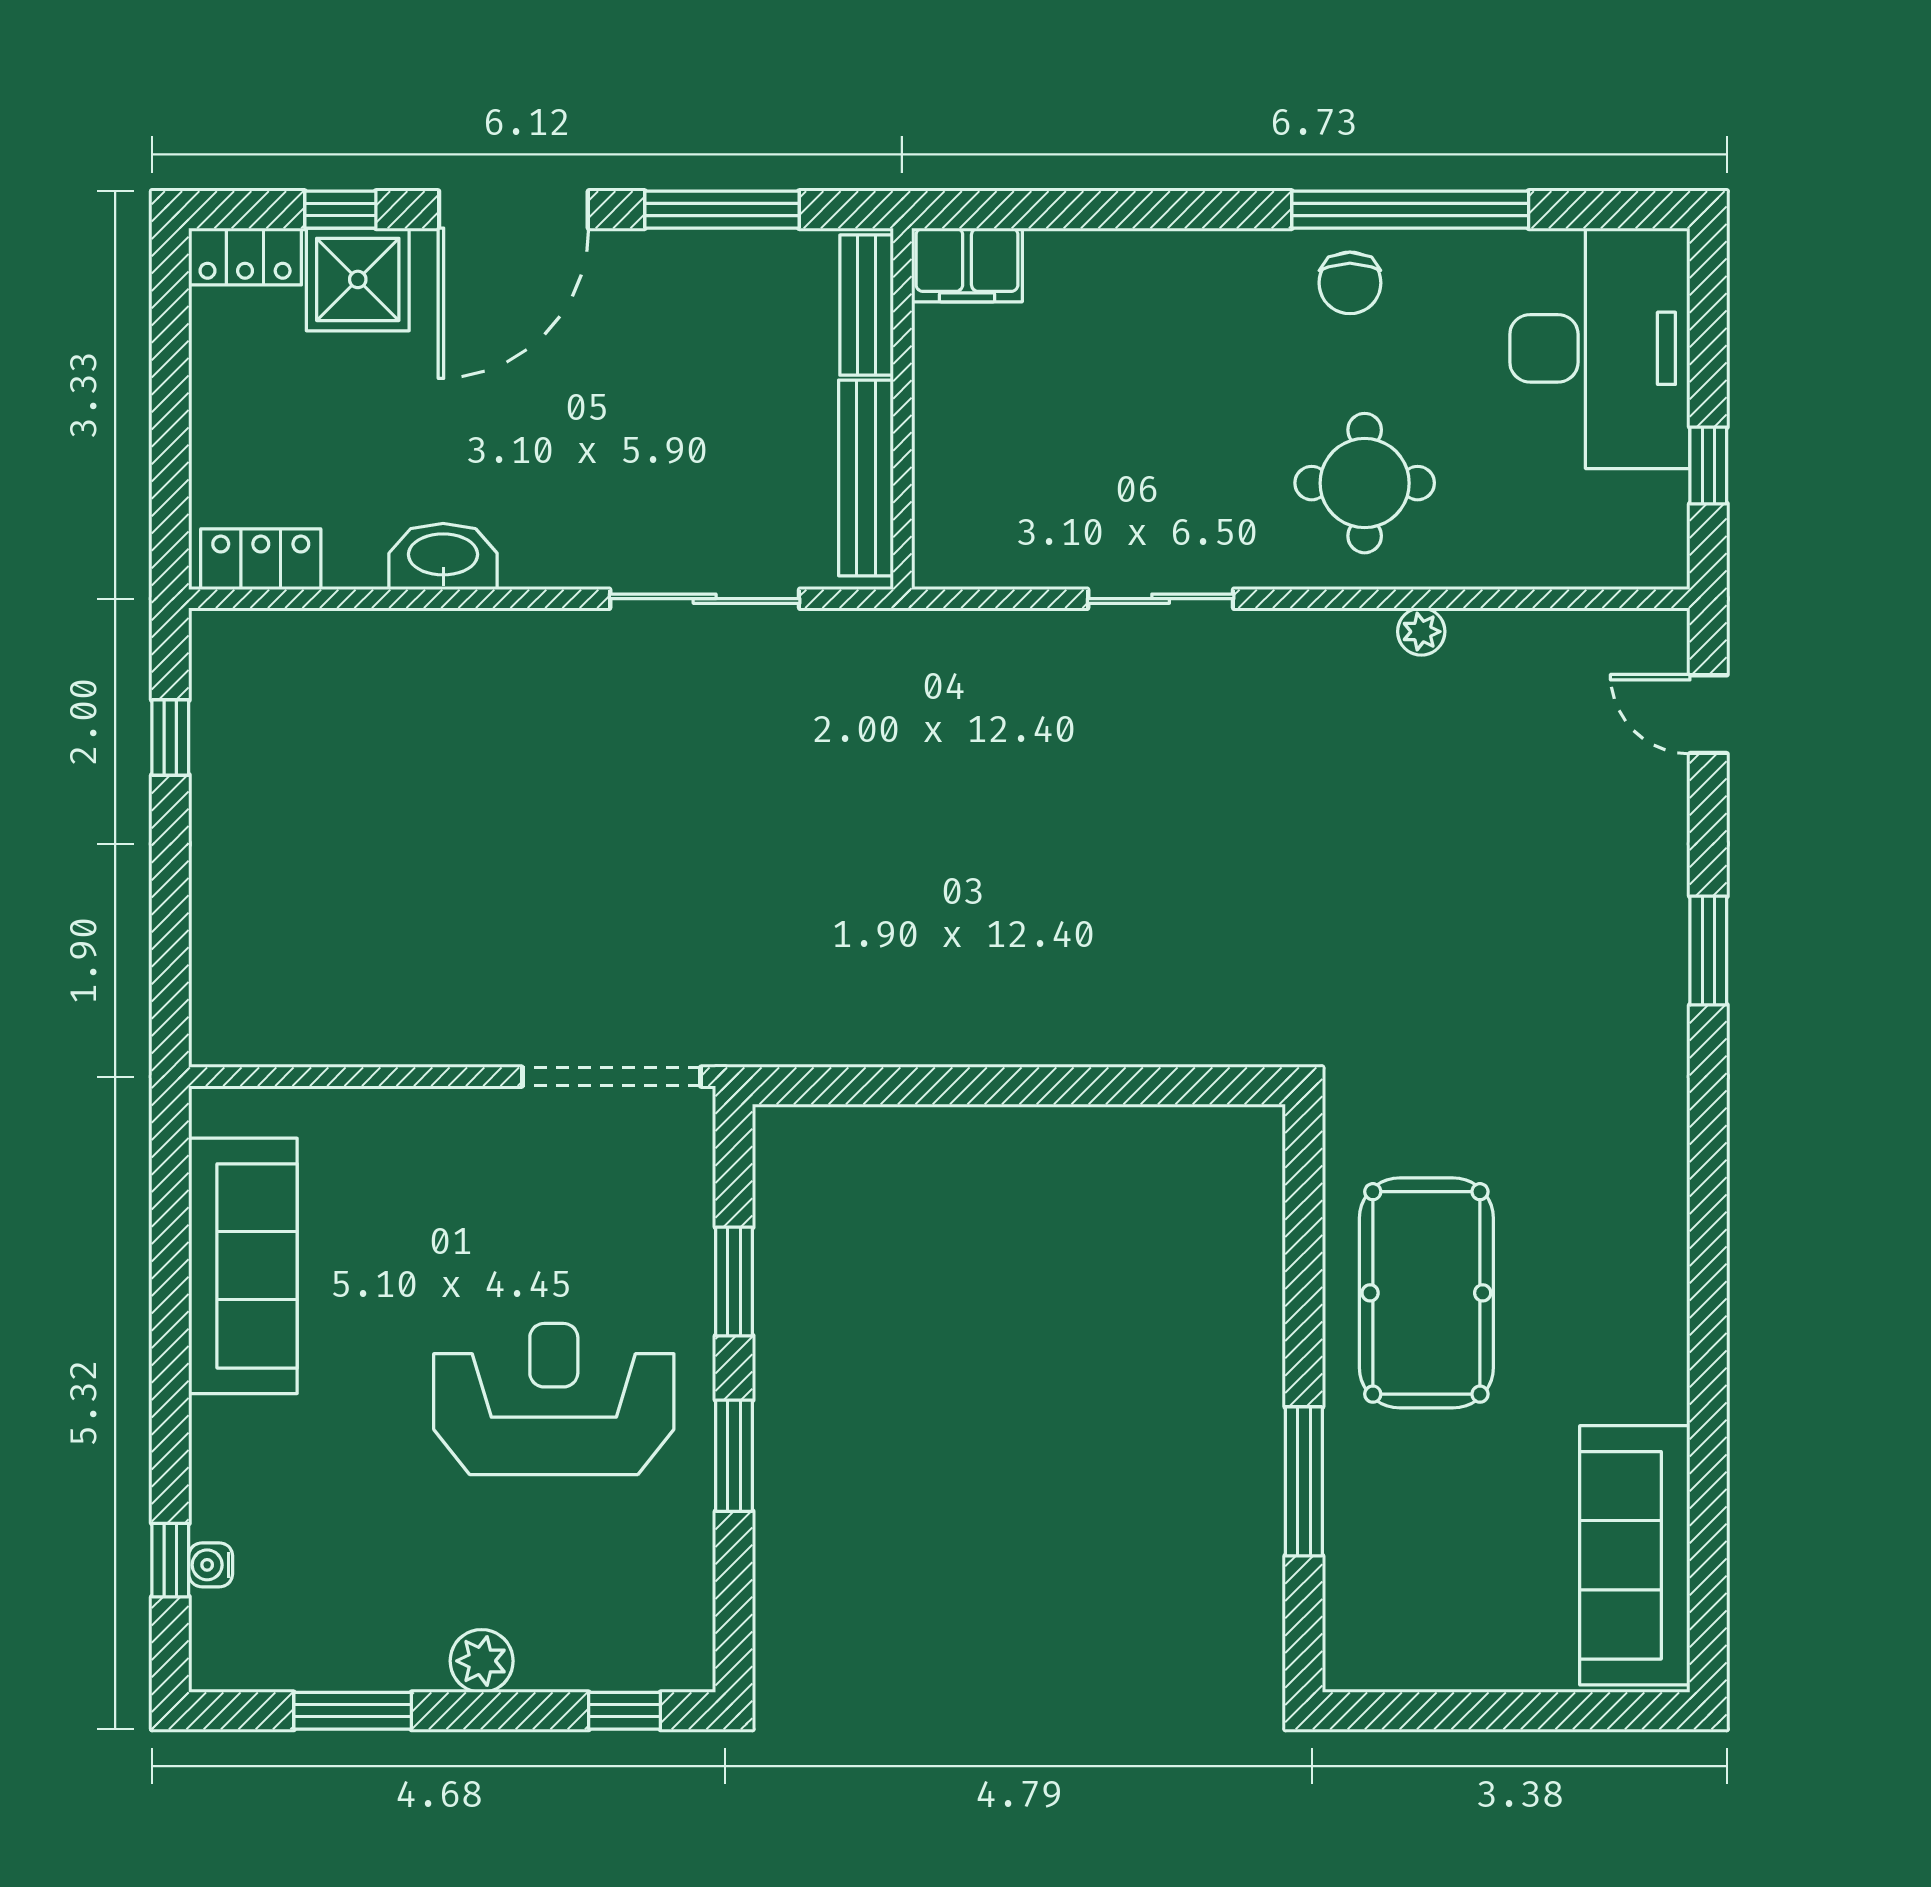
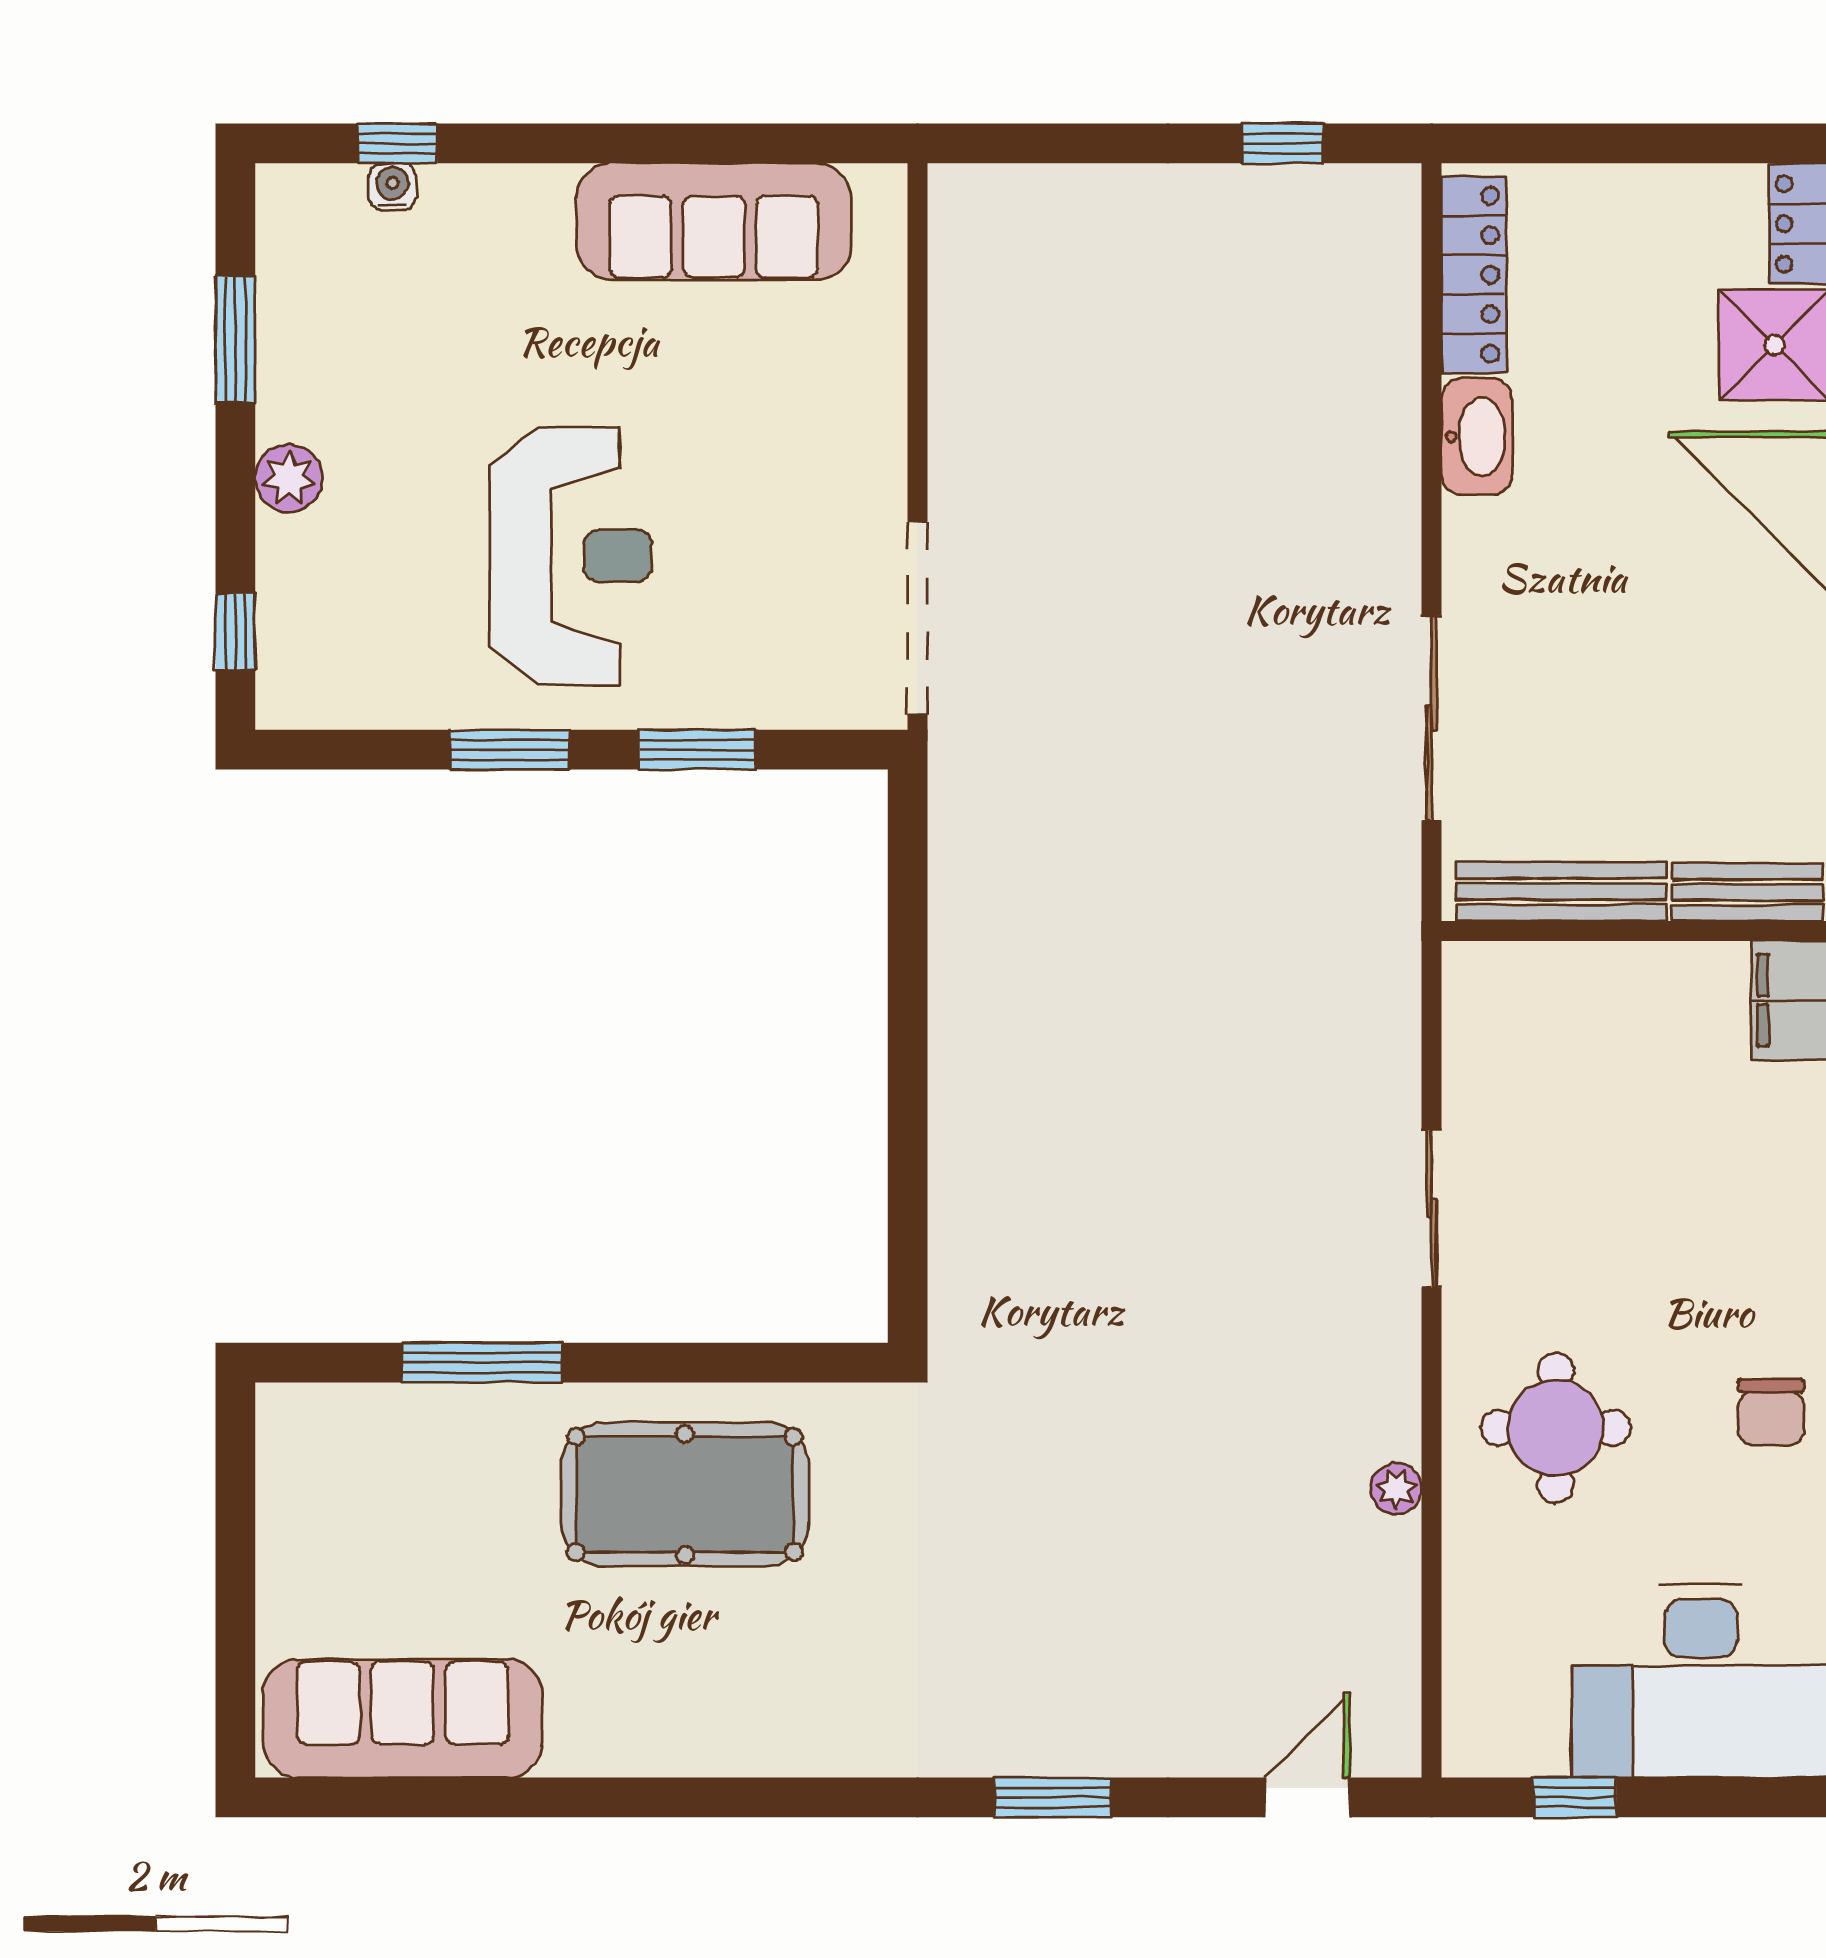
chair: (1350, 283) -> (1771, 1412), turned -90
locker: (261, 559) -> (1474, 275), width x1.53

